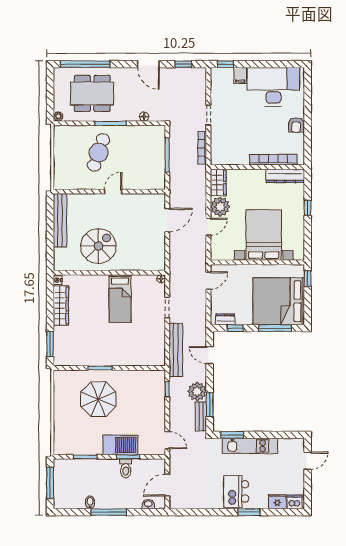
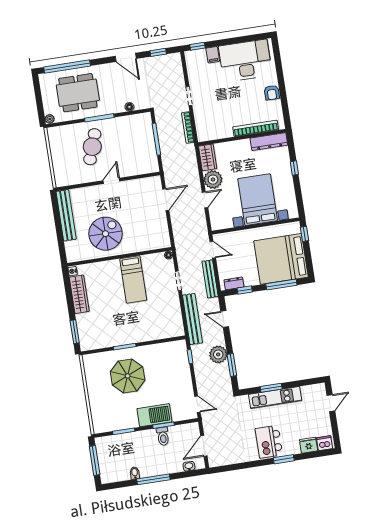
door: (208, 281) -> (213, 250), hinge flipped
bench: (201, 416) -> (210, 279), moved, width x1.36
window: (232, 435) -> (271, 388), moved

